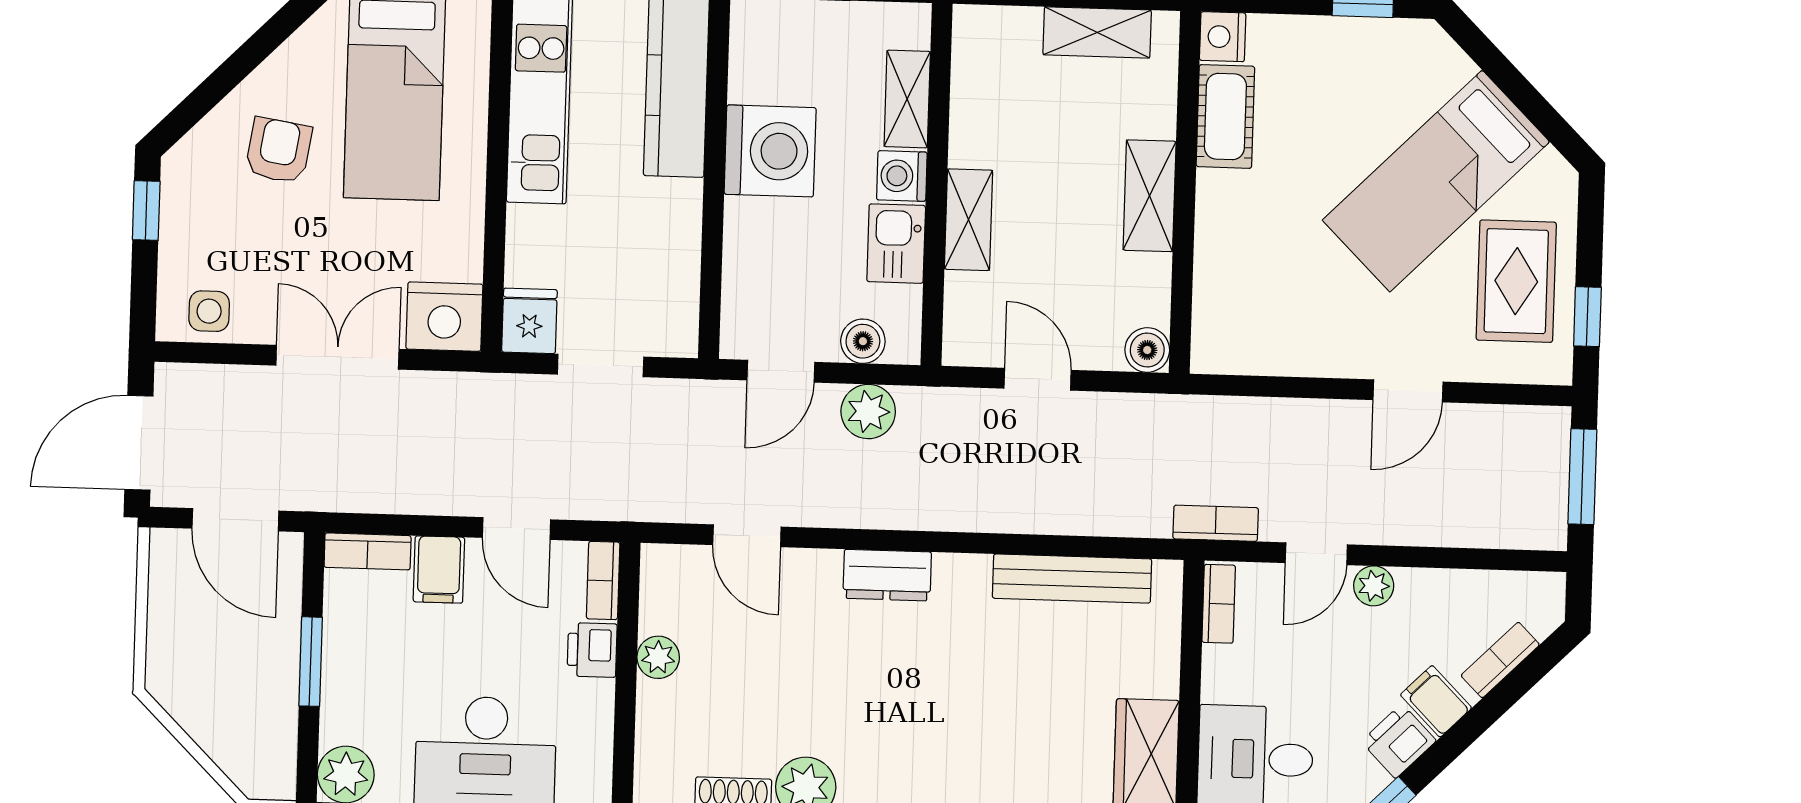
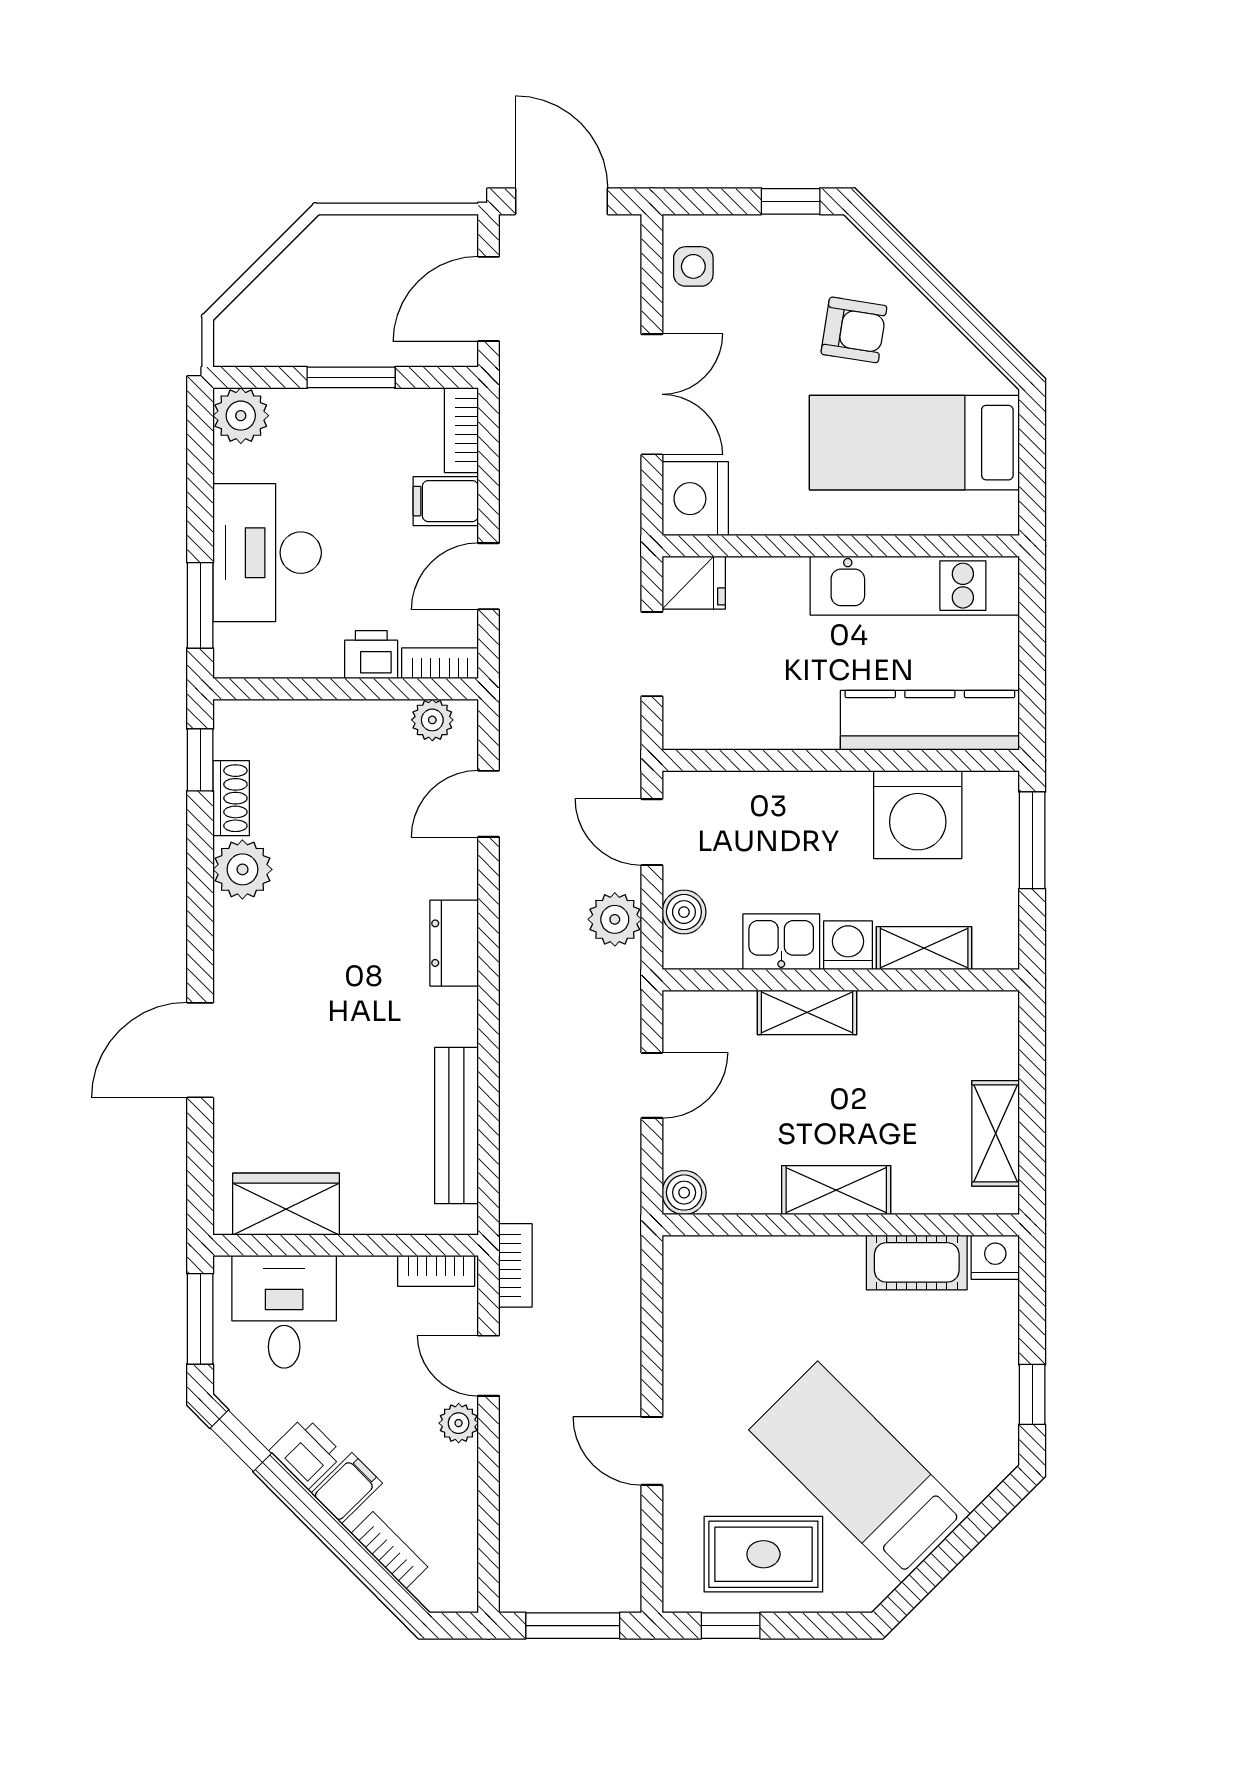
washing machine: (770, 151) -> (918, 815), moved
plant: (658, 657) -> (432, 720), moved

